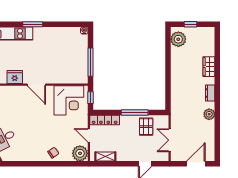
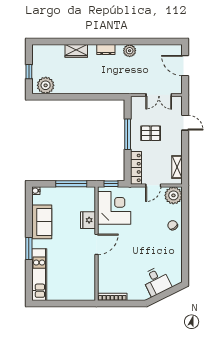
sofa: (56, 36) -> (42, 222), added
fridge: (15, 77) -> (88, 220), moved
pallet: (146, 127) -> (151, 133), moved

